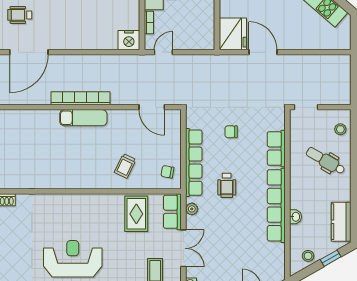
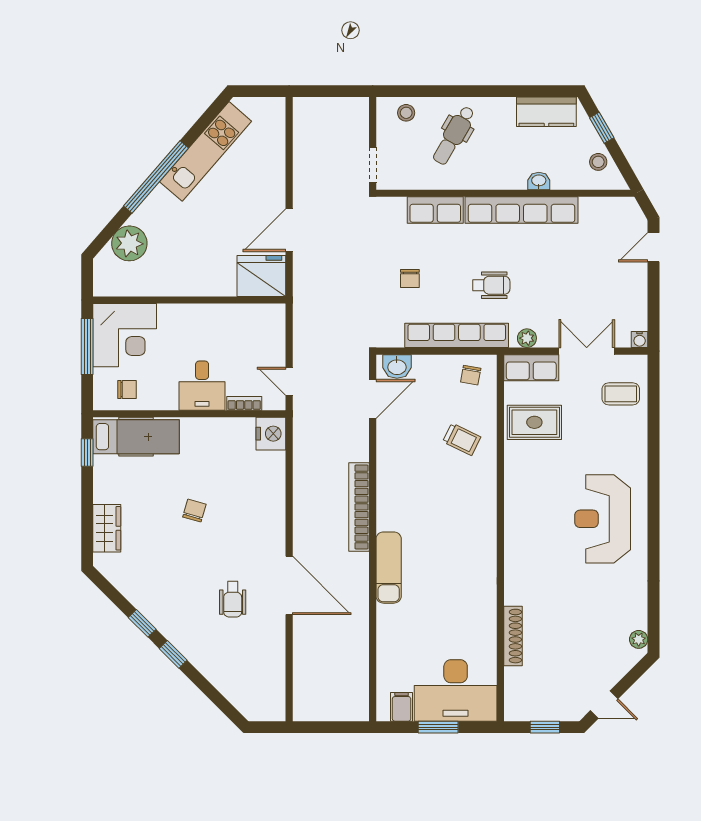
exam couch: (83, 118) -> (389, 568), moved
washbasin: (173, 123) -> (397, 367), added

